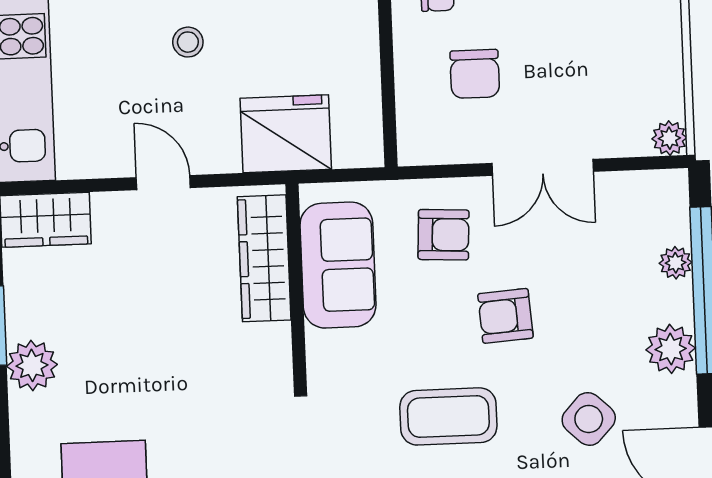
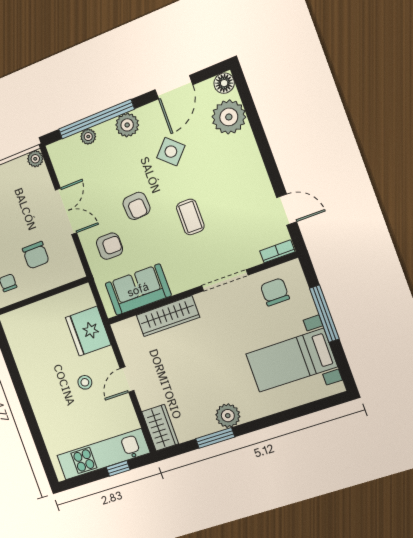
stool: (188, 42) -> (85, 382), moved
chair: (475, 74) -> (36, 255), turned 90
armchair: (443, 235) -> (109, 246), turned 87
wardrobe: (264, 258) -> (168, 316), moved
coffee table: (448, 416) -> (190, 217), width x0.73, depth x0.77

